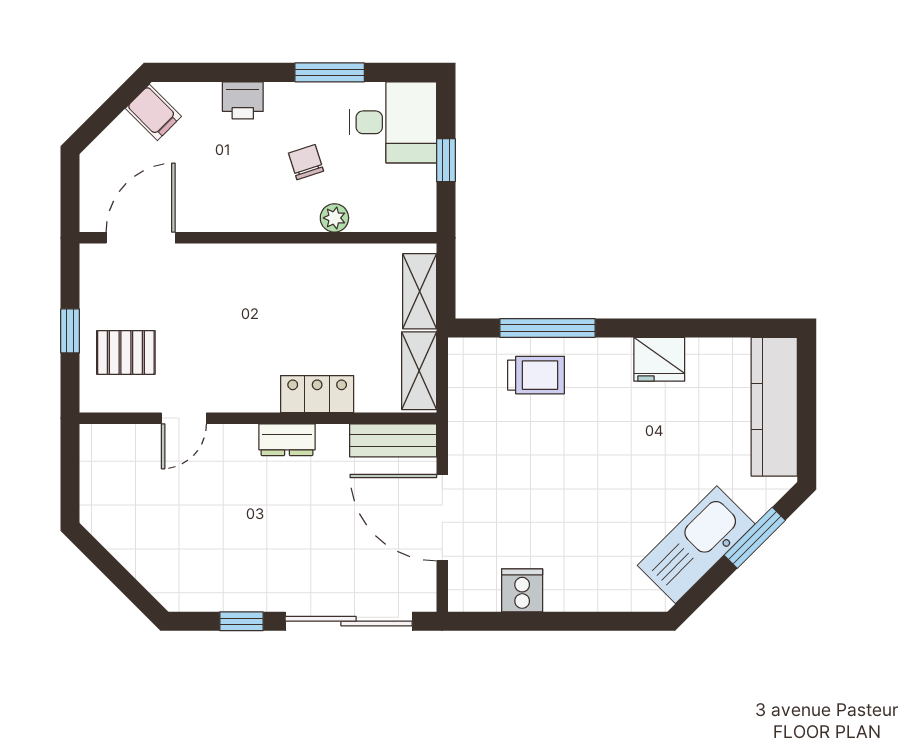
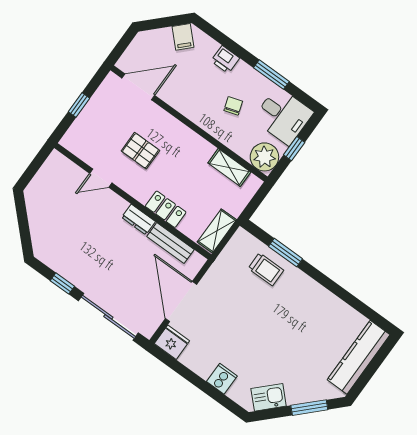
plant: (334, 218) -> (264, 157), moved, width x1.88, depth x1.88
shelving: (420, 291) -> (229, 167), moved, turned 90
window: (547, 328) -> (285, 253), width x0.69
pallet: (126, 352) -> (140, 151), moved
fridge: (659, 359) -> (172, 342), moved, turned 180
bench: (393, 440) -> (170, 243), moved
kitchen sink: (696, 545) -> (269, 397), width x0.53, depth x0.81
cooker: (522, 590) -> (222, 379), moved

